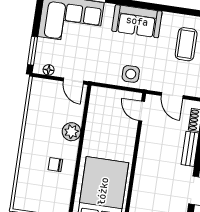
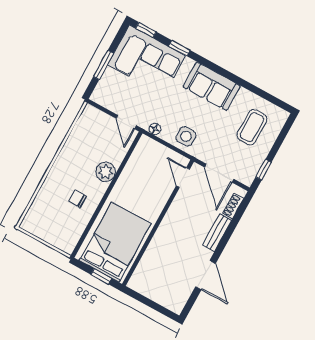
window: (33, 51) -> (104, 65), moved
floor lamp: (49, 70) -> (155, 129), moved
door: (172, 96) -> (219, 173), width x1.38

